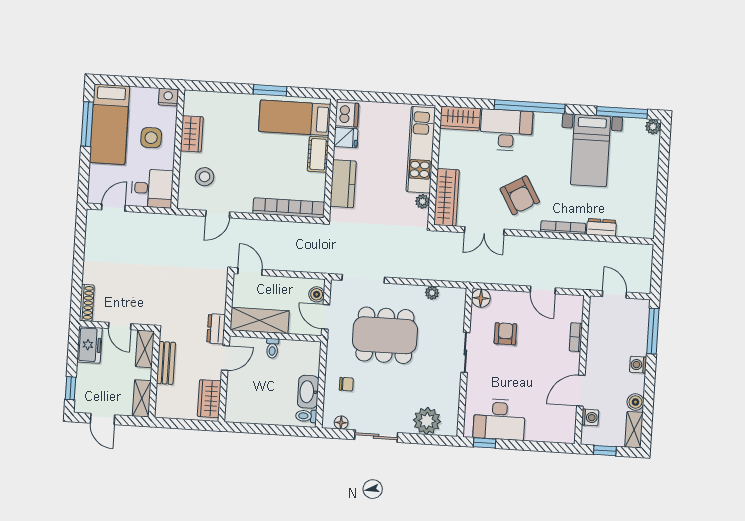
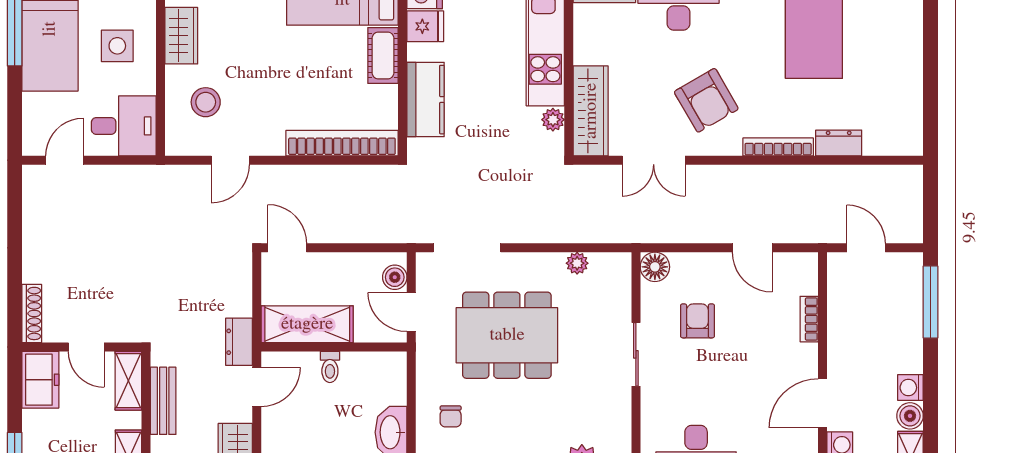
washing machine: (638, 365) -> (910, 388), moved
chair: (346, 384) -> (451, 416), turned 90

